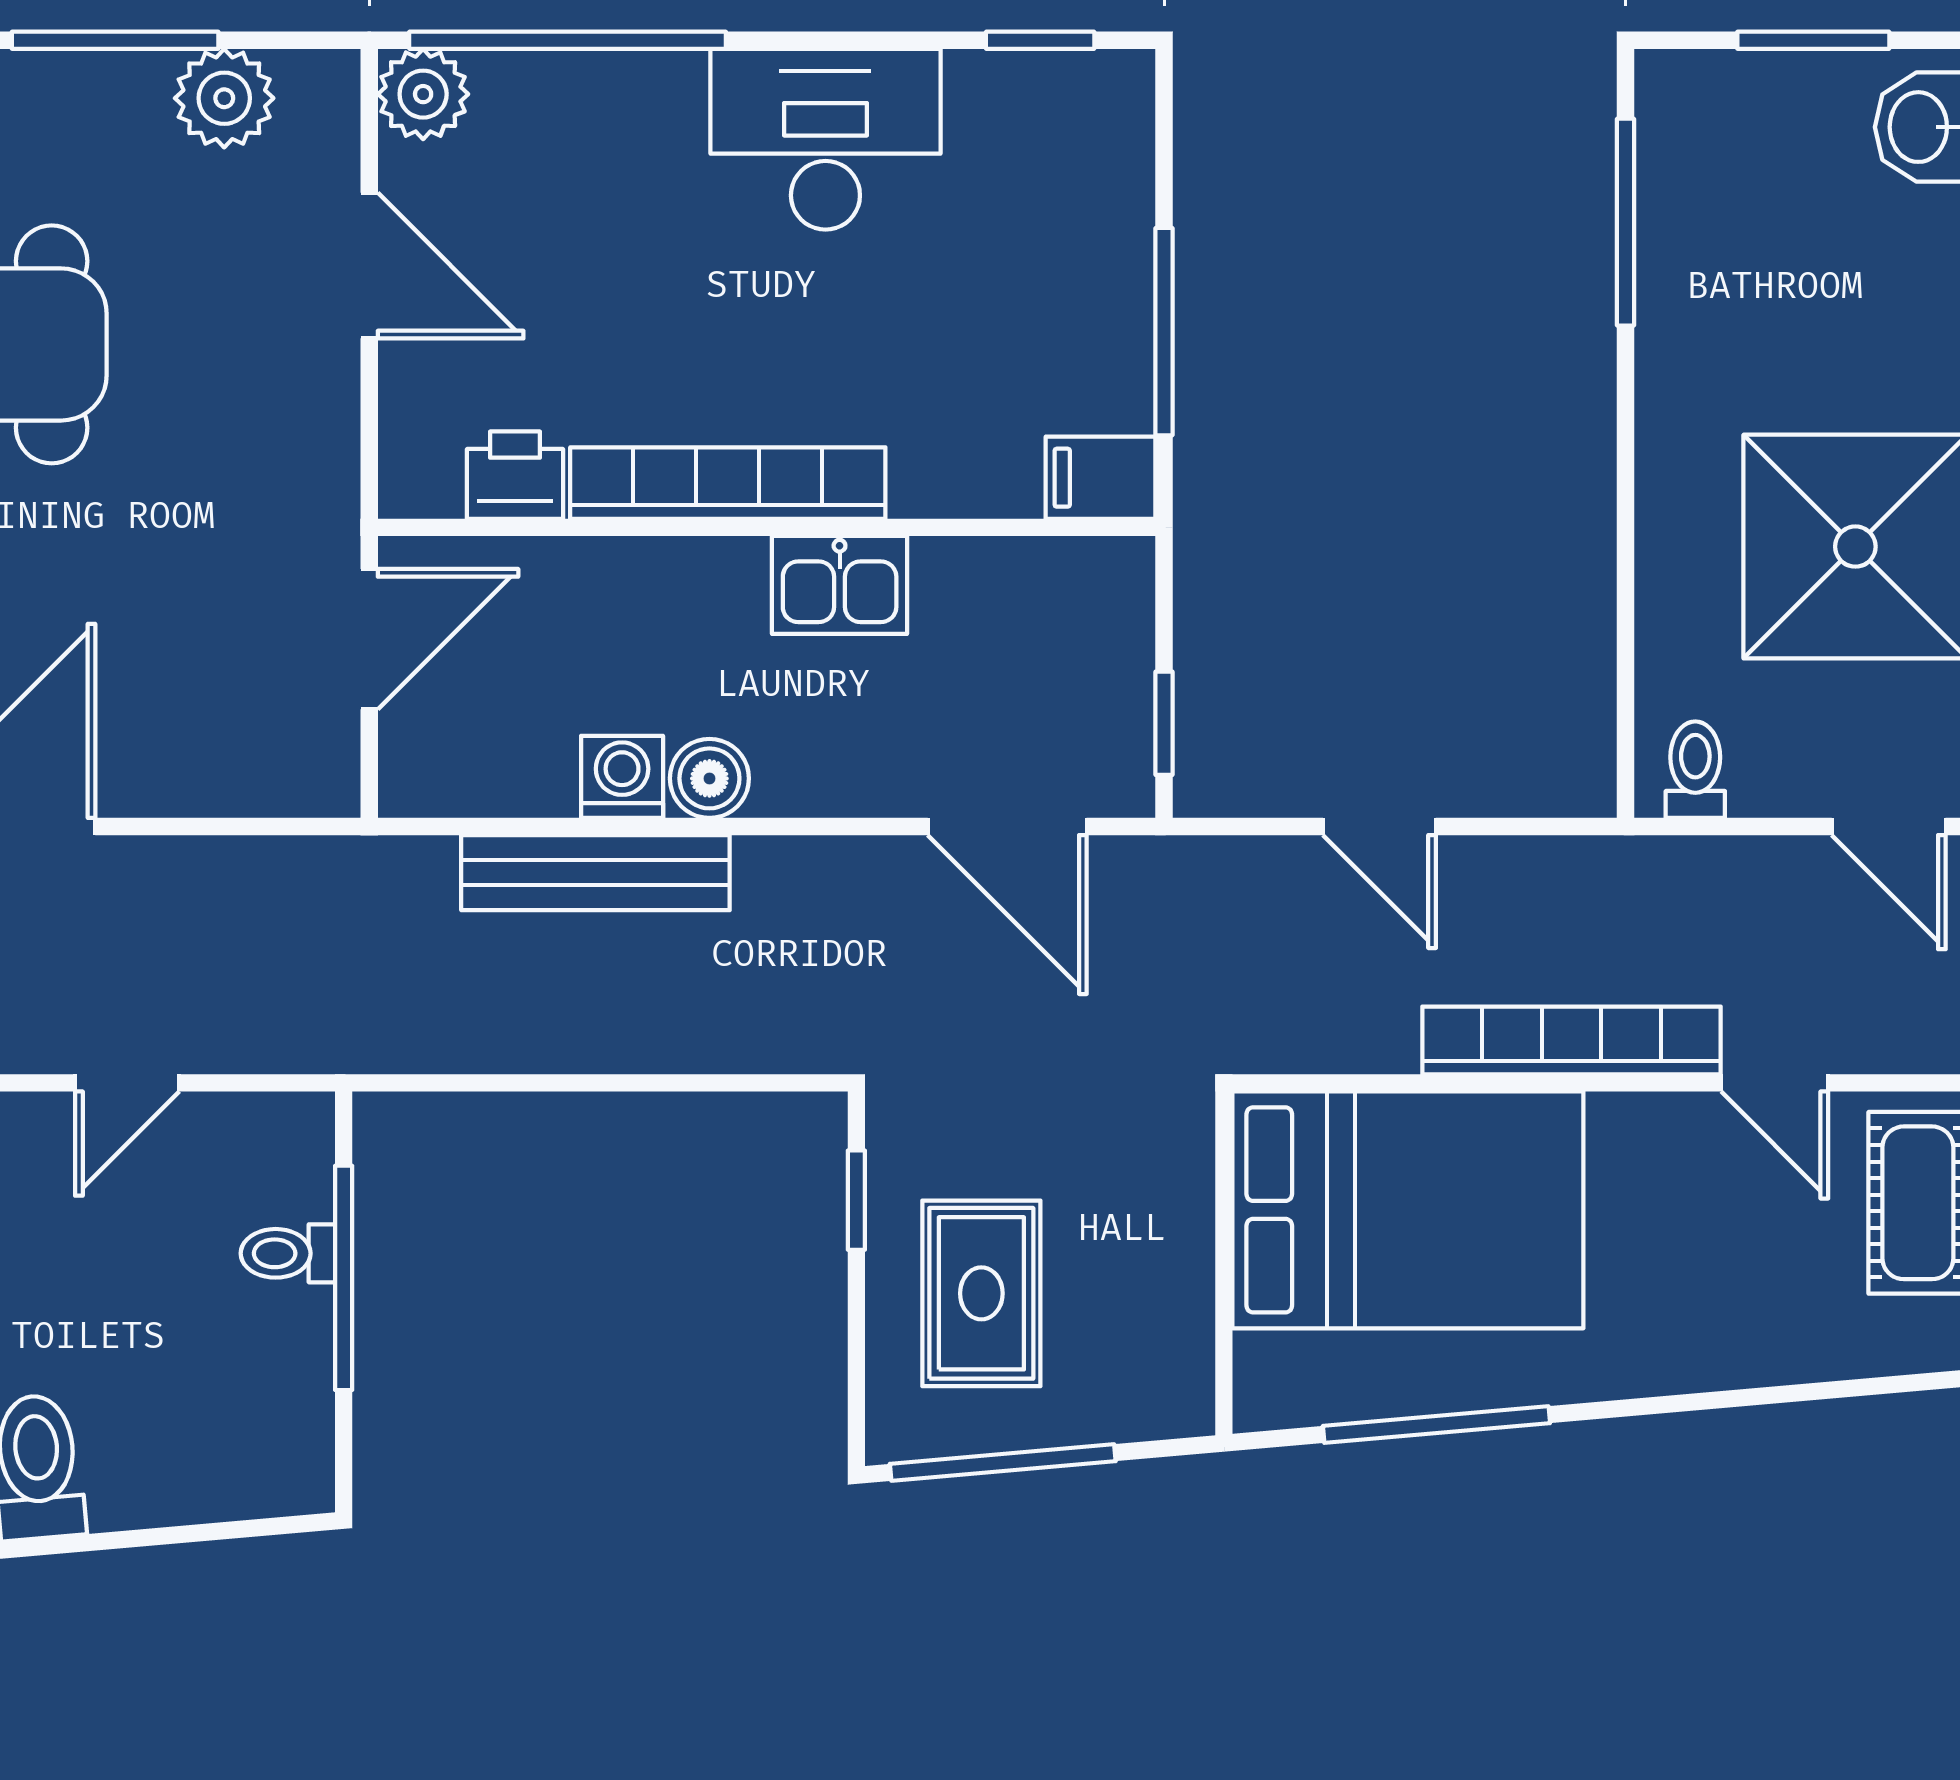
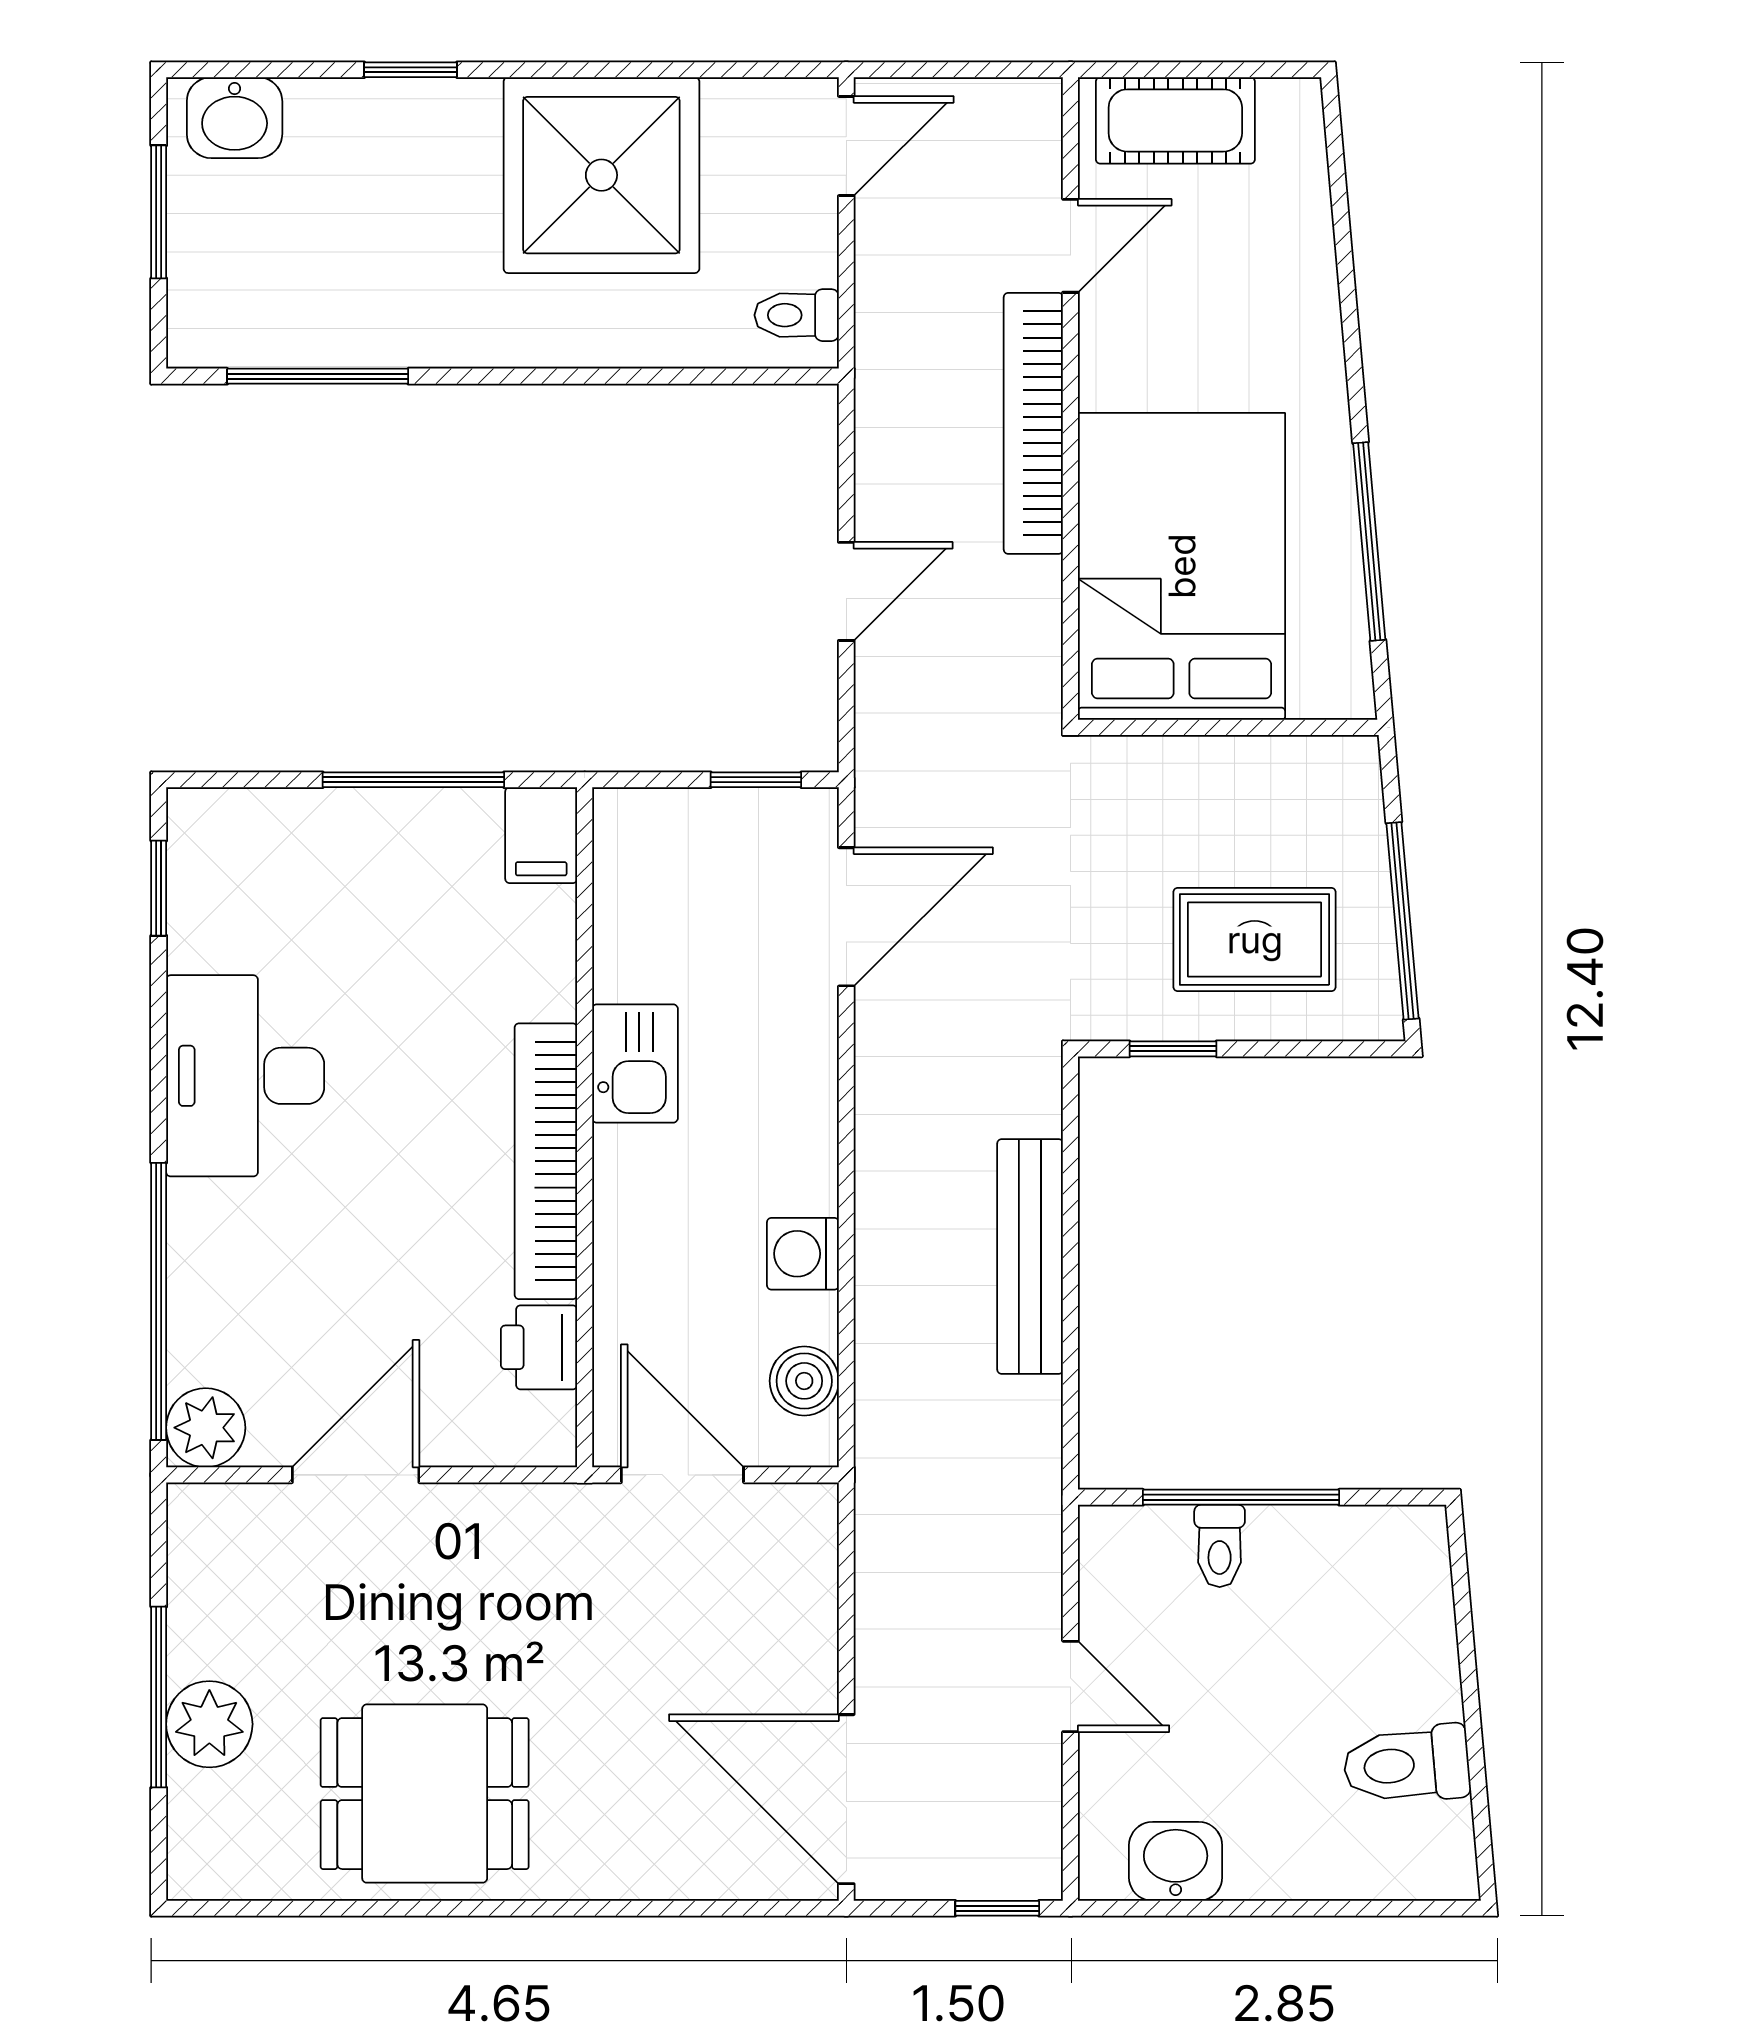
plant: (224, 98) -> (209, 1724), moved
boiler: (709, 778) -> (804, 1381), moved
bench: (595, 873) -> (1030, 1256), moved

